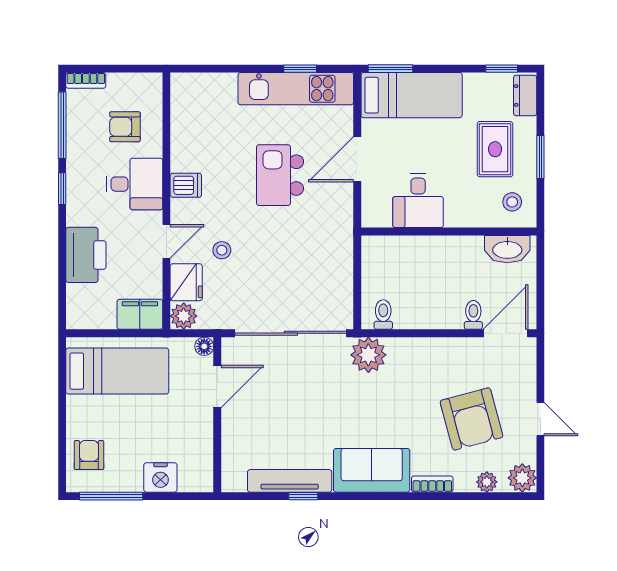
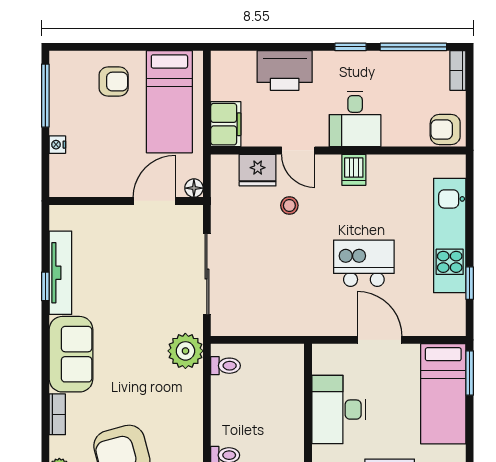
kitchen unit: (296, 89) -> (450, 236), moved
armchair: (125, 127) -> (445, 130), moved, turned -90
desk: (418, 201) -> (339, 410), width x1.37
plant: (184, 316) -> (224, 167), removed
sliding door: (291, 333) -> (207, 274), width x0.73
door: (217, 386) -> (154, 201), swing flipped
armchair: (89, 455) -> (114, 82), moved
nightstand: (160, 477) -> (57, 145), width x0.53, depth x0.56

